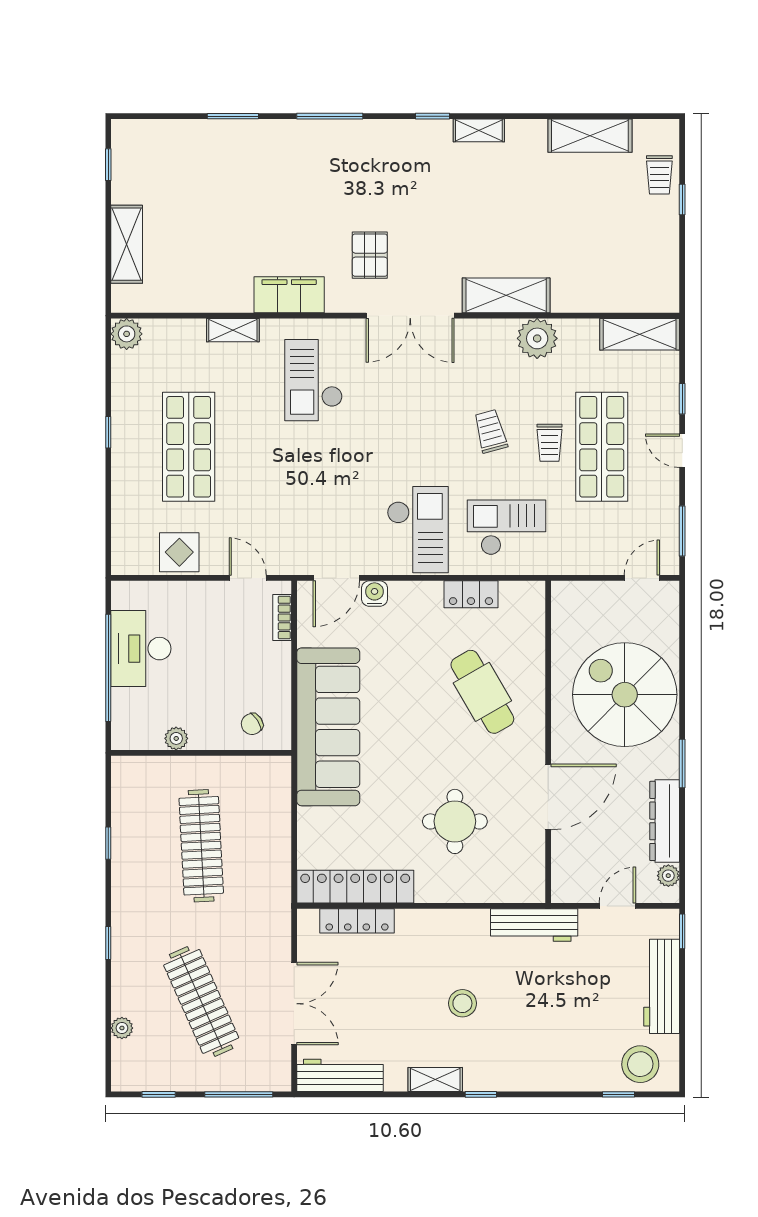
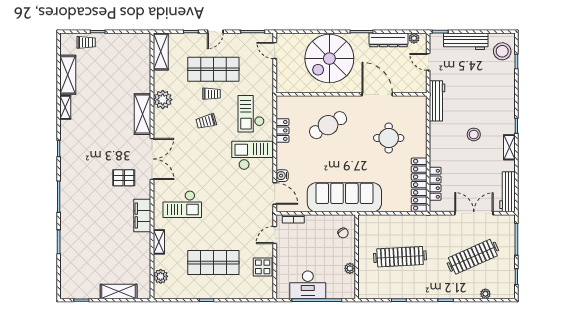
shelving: (479, 130) -> (65, 107), moved
plant: (127, 334) -> (161, 276), moved

